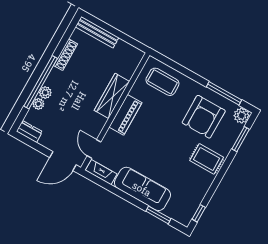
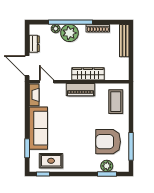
plant: (45, 93) -> (70, 33), width x1.88, depth x1.88
plant: (242, 116) -> (107, 166), moved
dresser: (29, 132) -> (34, 44), moved
door: (94, 149) -> (47, 82), hinge flipped
rug: (207, 159) -> (51, 161), moved, turned 90

